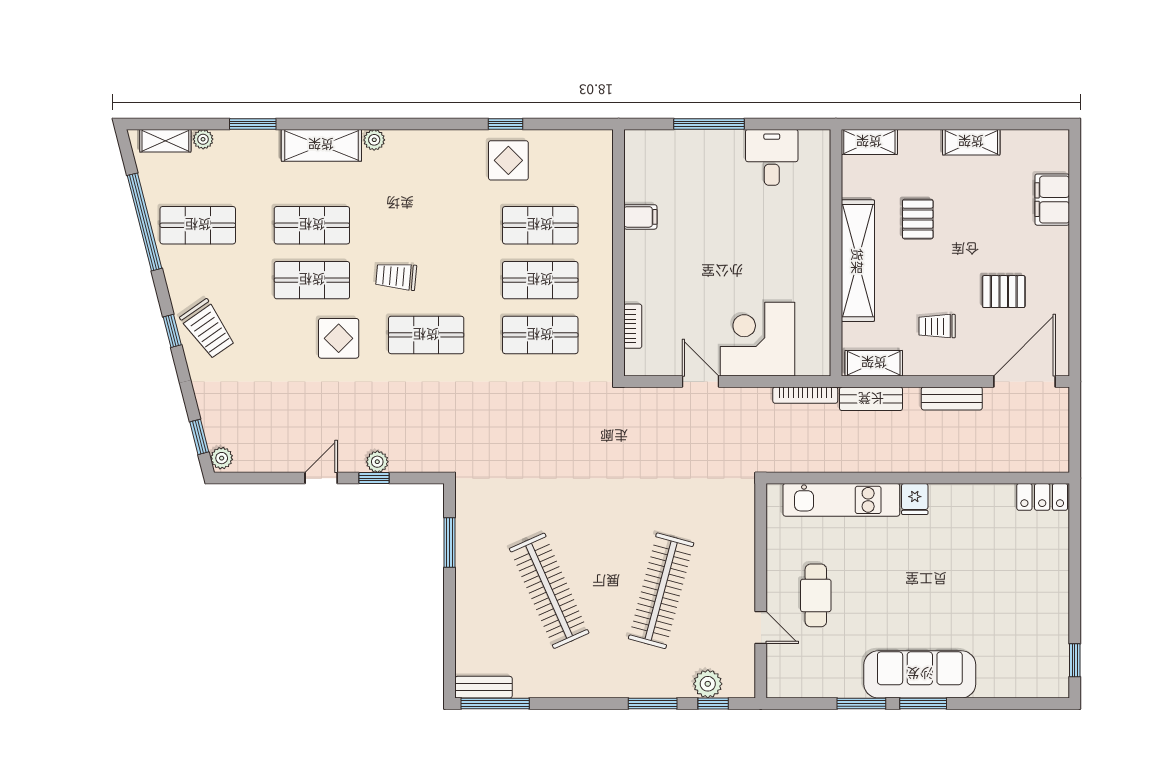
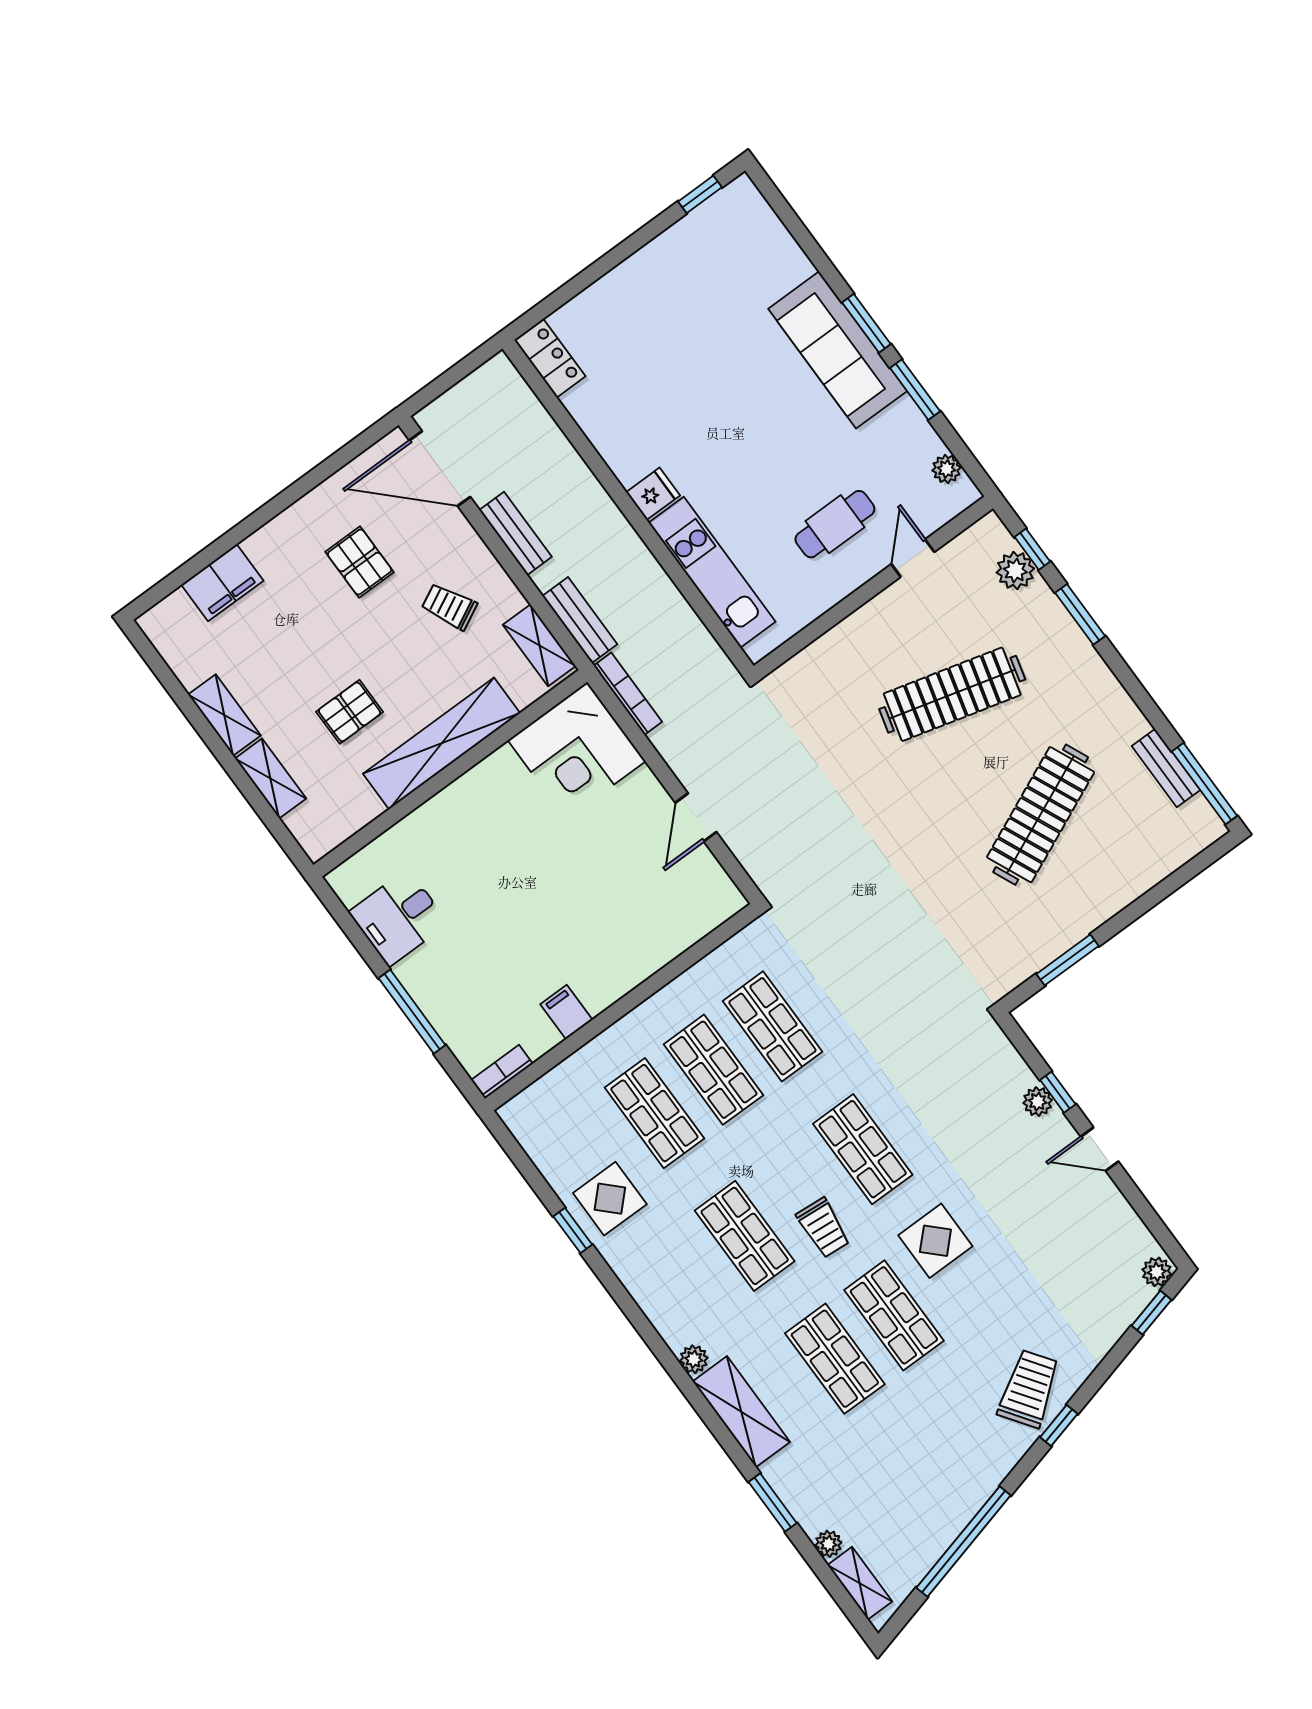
shelving: (869, 142) -> (271, 778), moved
shop shelf: (198, 225) -> (745, 1236), moved
bookcase: (633, 326) -> (502, 1072), moved
trolley: (937, 326) -> (449, 606), turned 153
corner desk: (757, 339) -> (577, 751), moved
bench: (483, 687) -> (1166, 768), moved
plant: (800, 687) -> (947, 469), added

